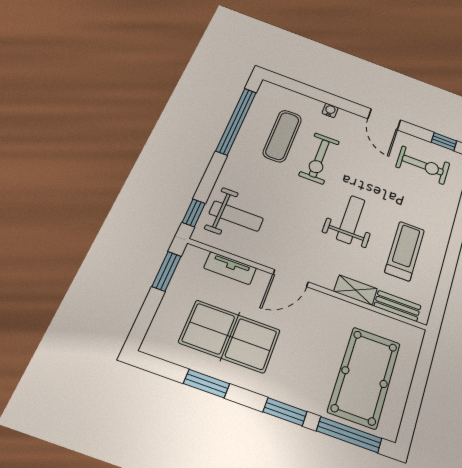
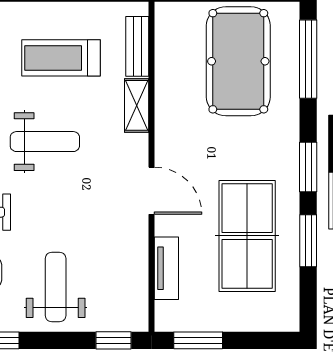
weight bench: (236, 216) -> (56, 287), moved
weight bench: (351, 219) -> (45, 142), turned 180
pool table: (364, 377) -> (238, 61), turned 90
window: (285, 412) -> (308, 167), moved

